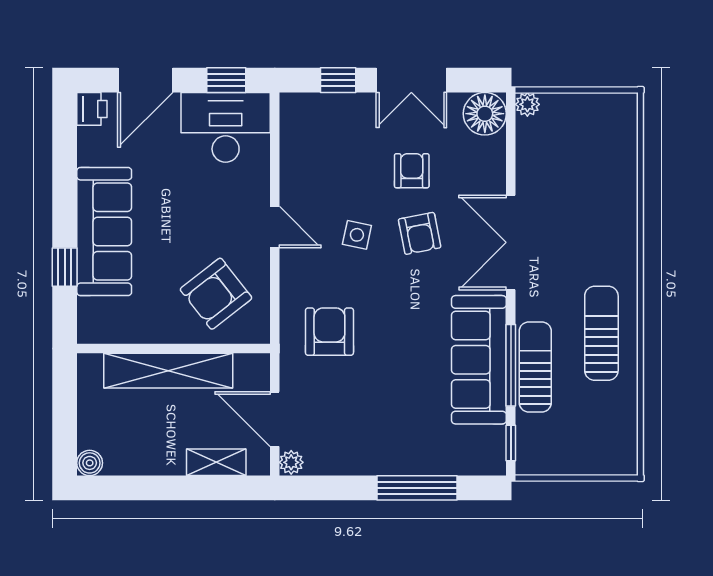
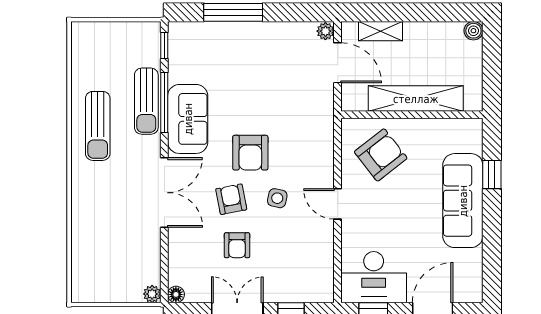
printer: (92, 109) -> (472, 291), removed
floor lamp: (485, 114) -> (176, 294), width x0.53, depth x0.53
armchair: (329, 332) -> (250, 153), moved
sofa: (479, 360) -> (188, 119), width x0.73

